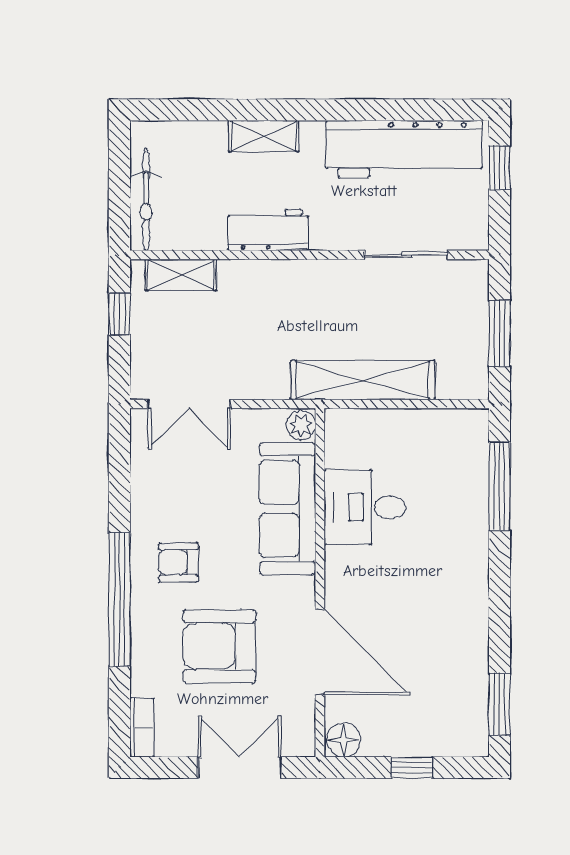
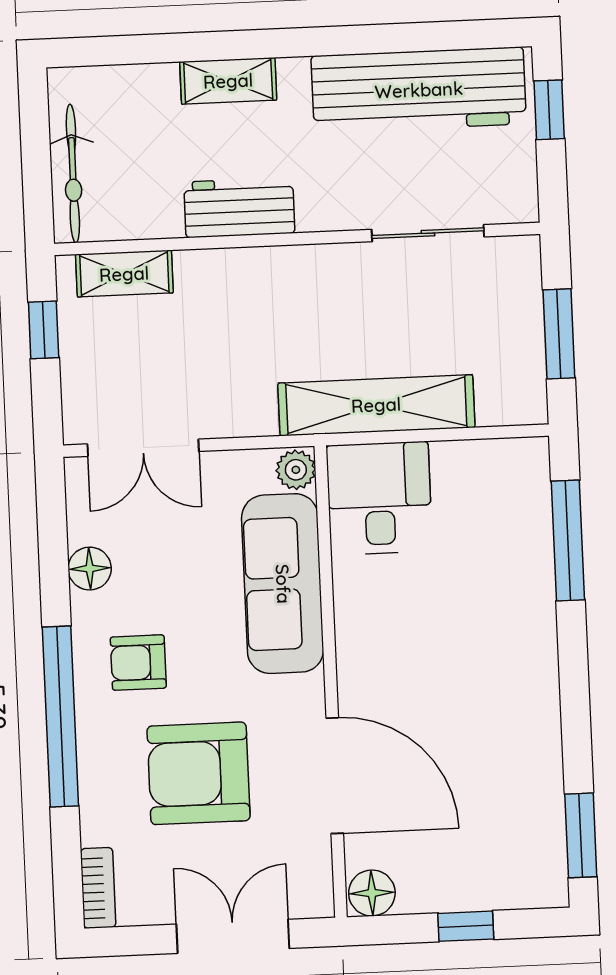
floor lamp: (146, 491) -> (90, 569), added
desk: (365, 507) -> (379, 498), moved, turned 90

